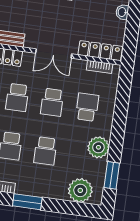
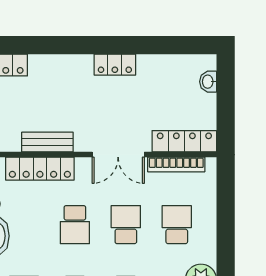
bookcase: (100, 67) -> (176, 165), width x1.56
school desk: (52, 102) -> (126, 225), turned 180

